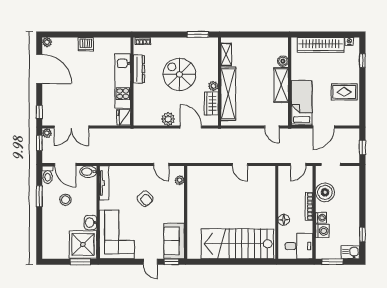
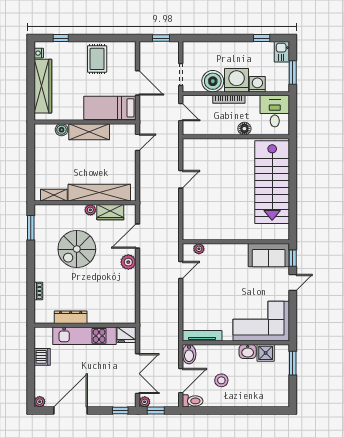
dresser: (139, 69) -> (71, 317), moved
kitchen unit: (123, 81) -> (84, 336), moved
wall: (132, 82) -> (85, 325), moved
fridge: (124, 117) -> (126, 335), moved
window: (39, 196) -> (217, 411), removed
armchair: (145, 199) -> (220, 289), removed
washing machine: (321, 218) -> (237, 80), width x1.89, depth x1.89
shower: (83, 244) -> (266, 353), width x0.54, depth x0.54

